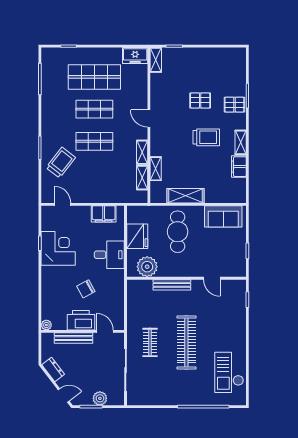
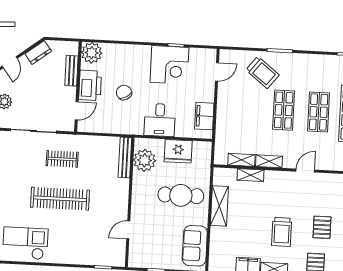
bench: (172, 285) -> (125, 157), moved
plant: (46, 325) -> (92, 53), width x1.87, depth x1.87
bench: (73, 338) -> (71, 71), width x0.73

